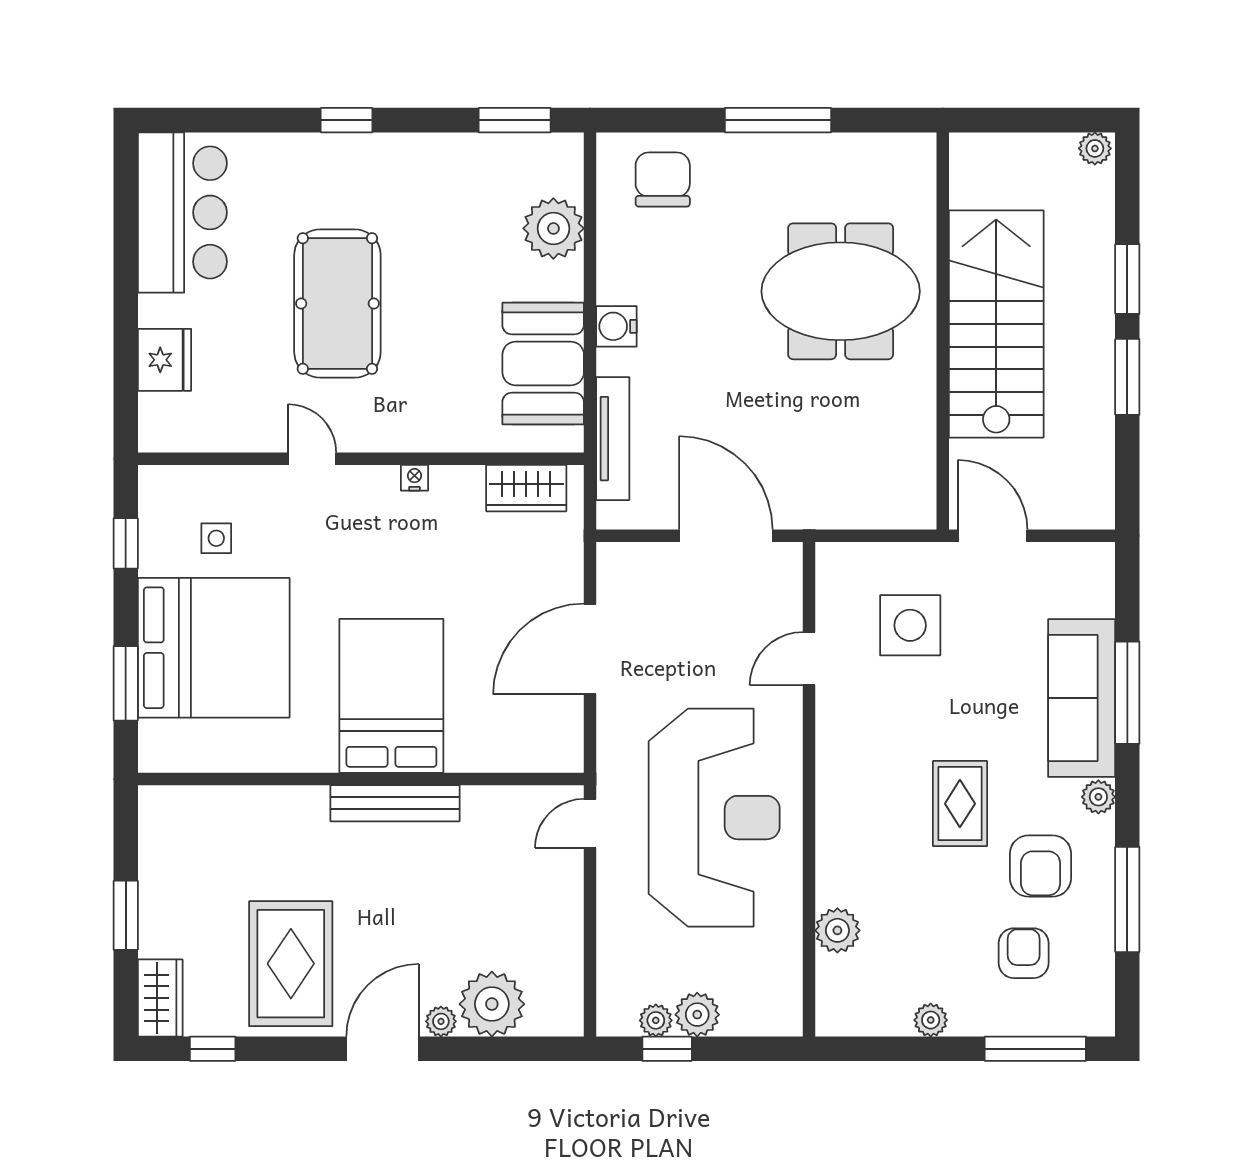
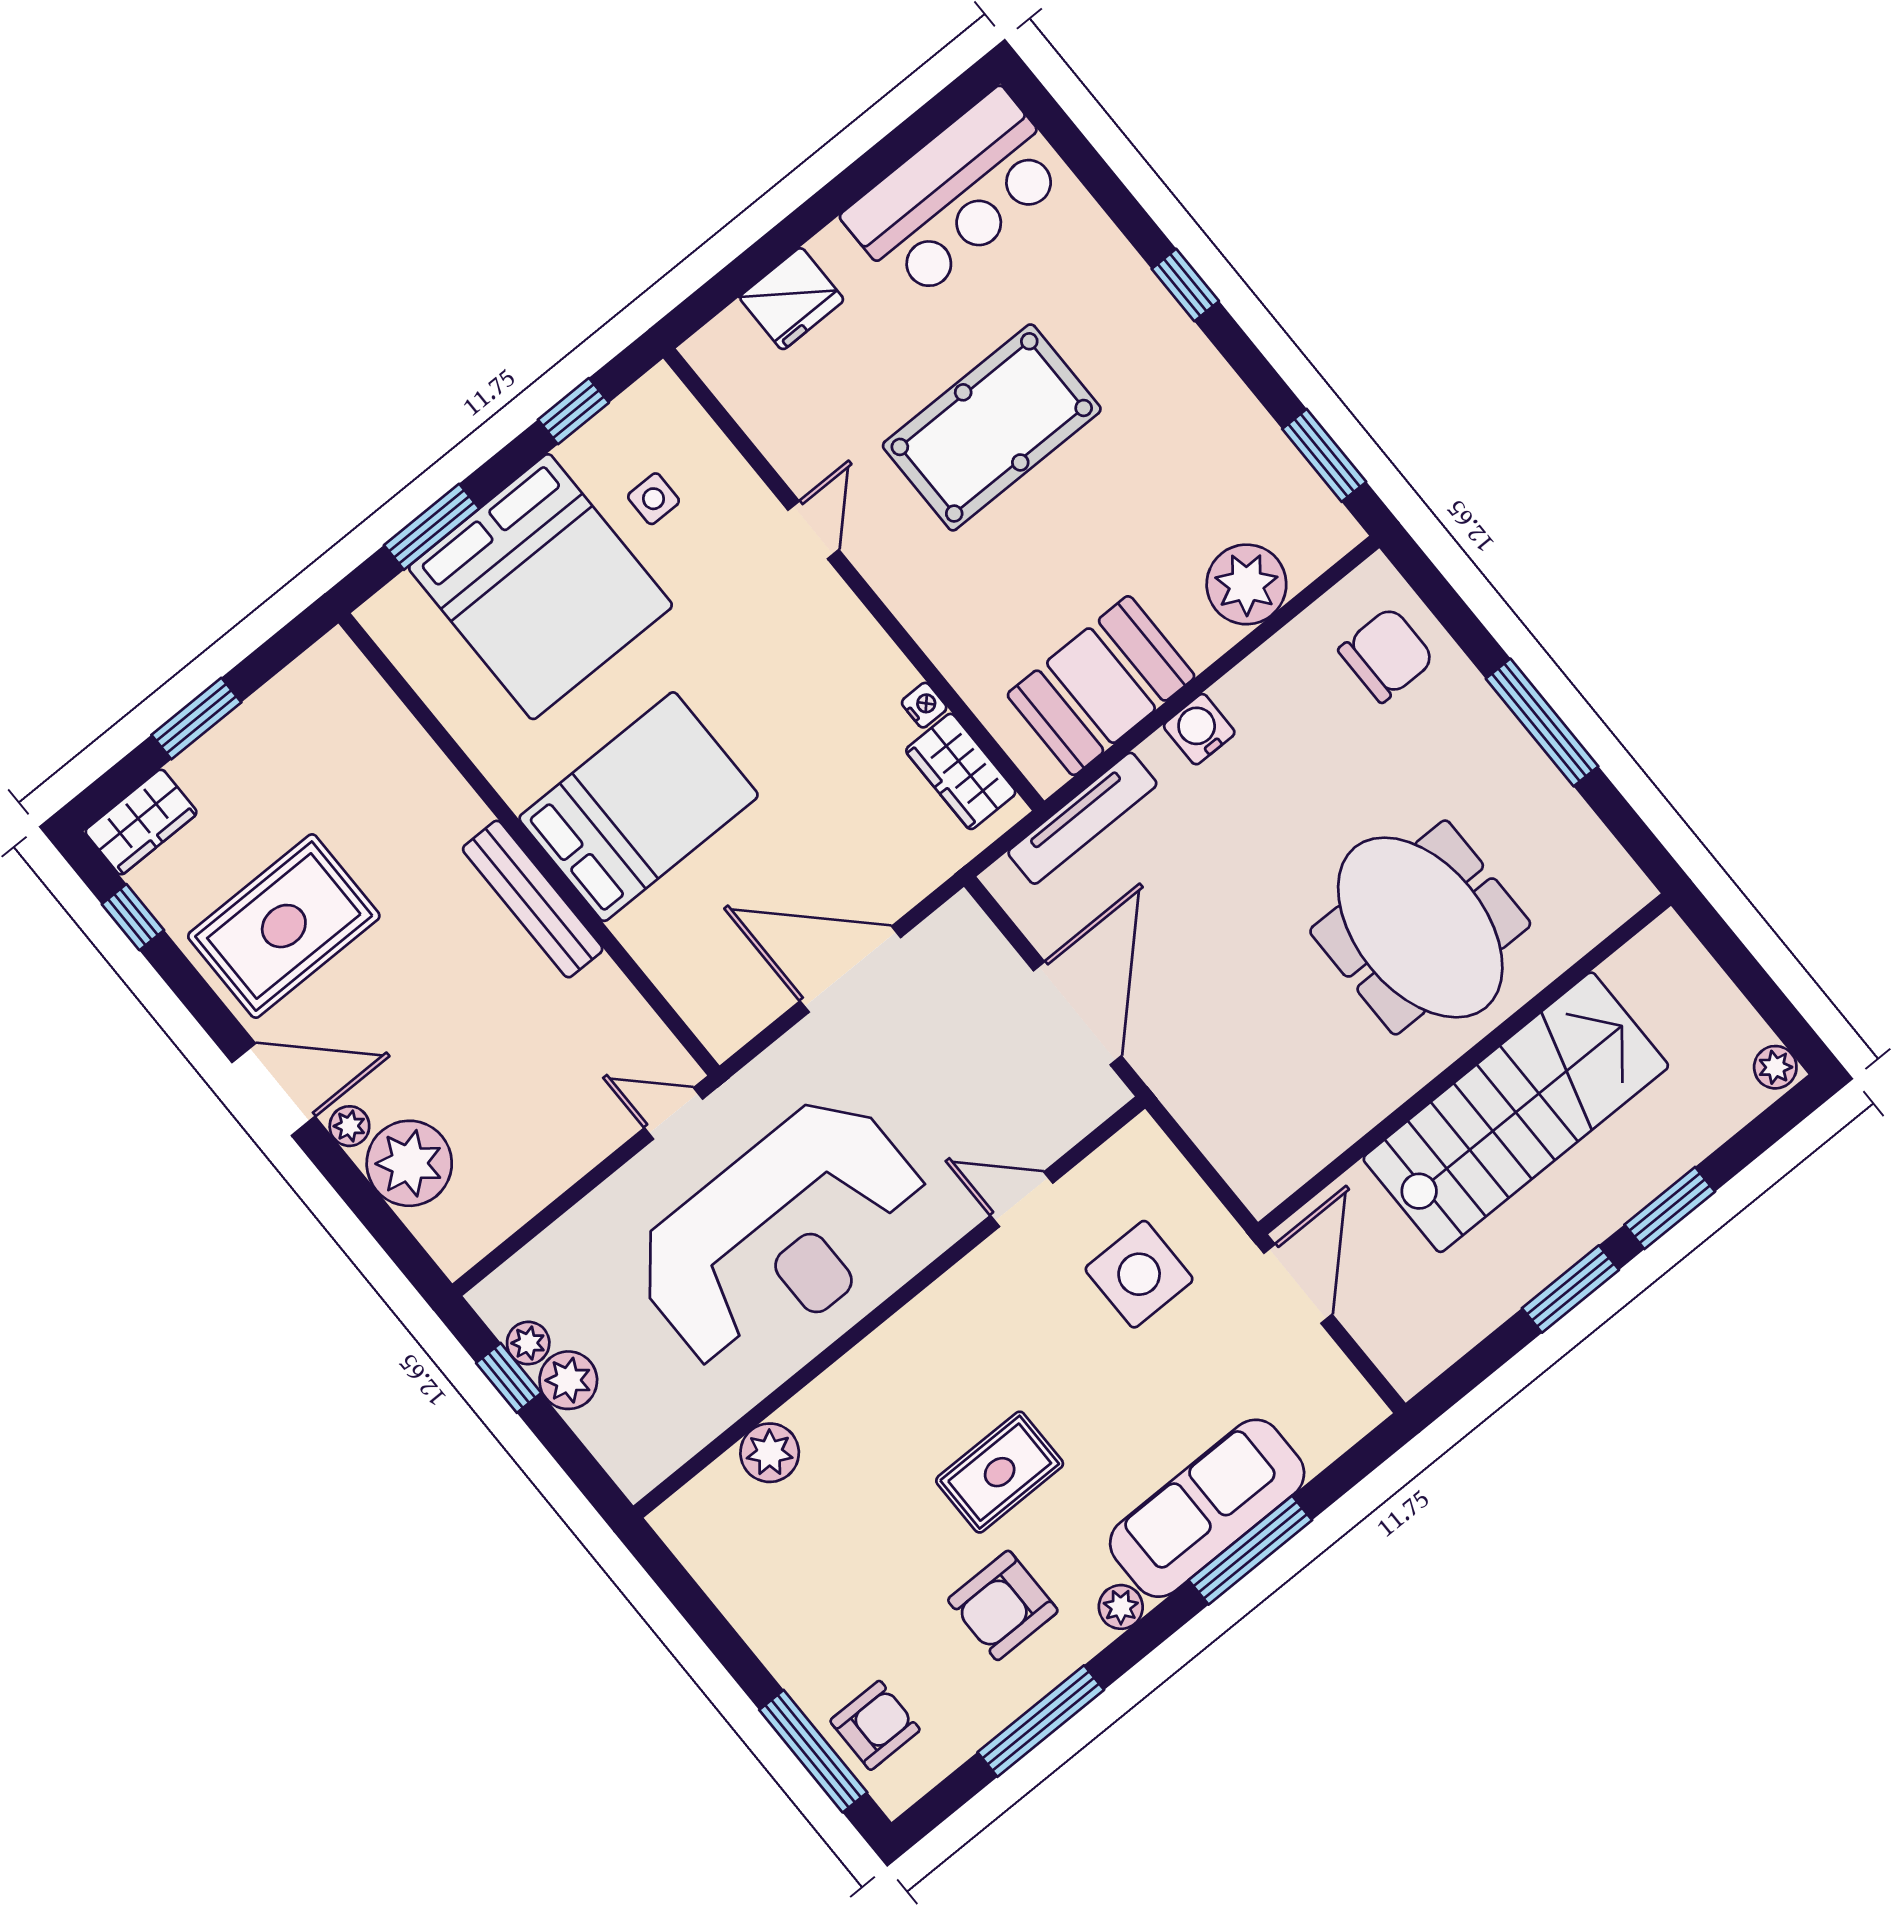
nightstand: (415, 478) -> (924, 705), moved
armchair: (1024, 953) -> (875, 1725), moved
plant: (931, 1020) -> (756, 1621), removed

